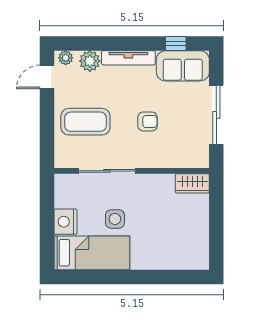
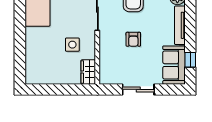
sliding door: (216, 115) -> (138, 89), width x0.73
side table: (115, 219) -> (72, 45), moved

